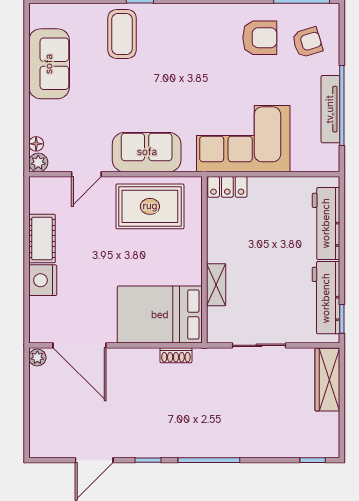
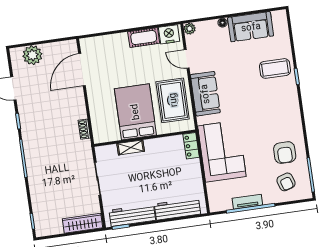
tv unit: (330, 109) -> (247, 202), width x0.71
floor lamp: (36, 144) -> (223, 23), moved
nightstand: (43, 280) -> (169, 34), moved
bed: (160, 315) -> (135, 112), moved
plant: (37, 357) -> (32, 55), moved, width x1.88, depth x1.88

